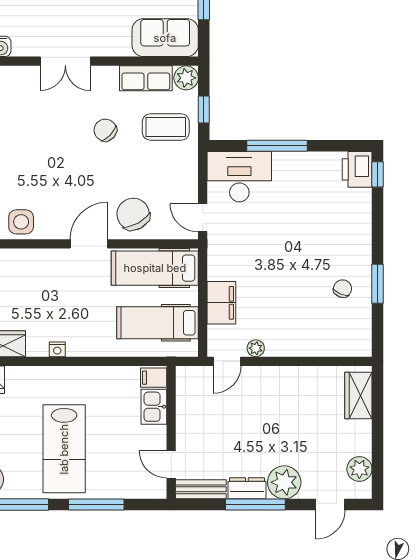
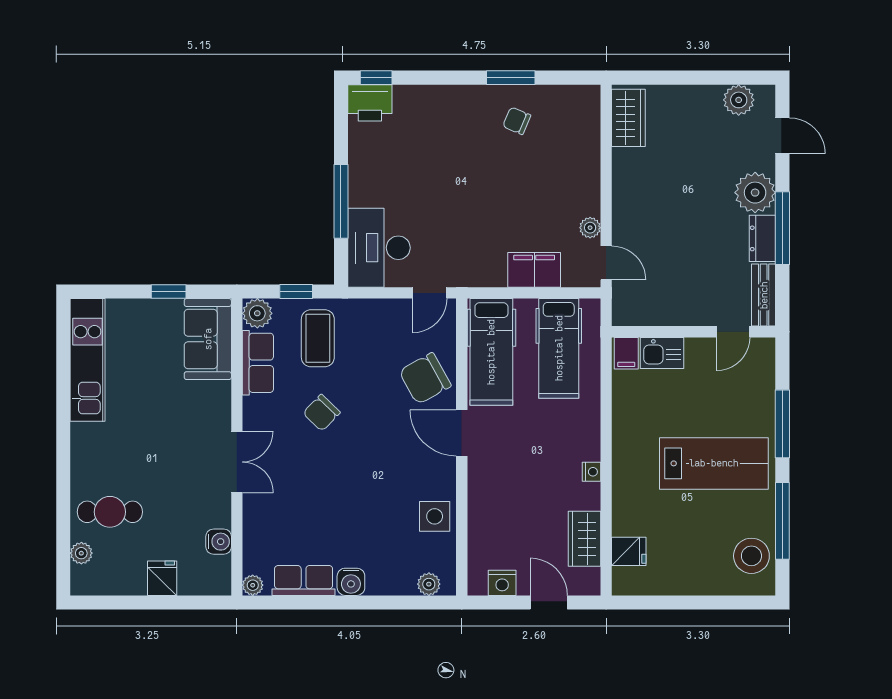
wardrobe: (358, 396) -> (628, 118), moved, turned -90

